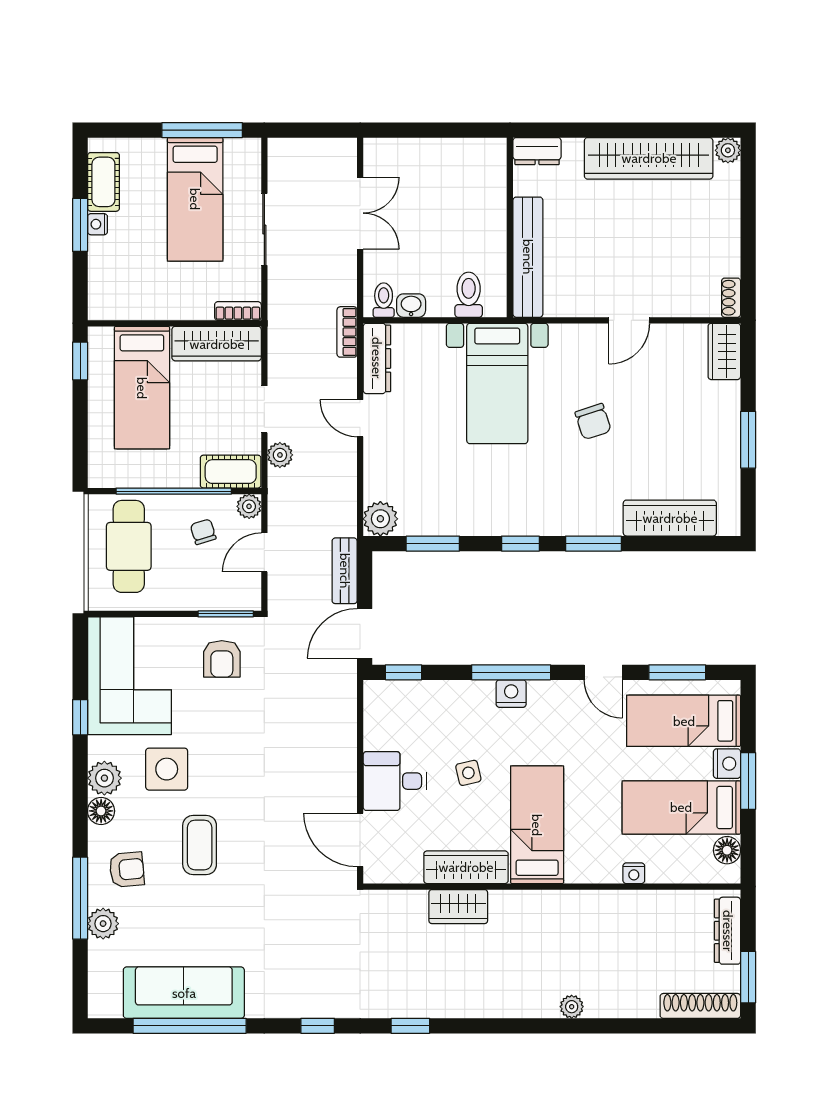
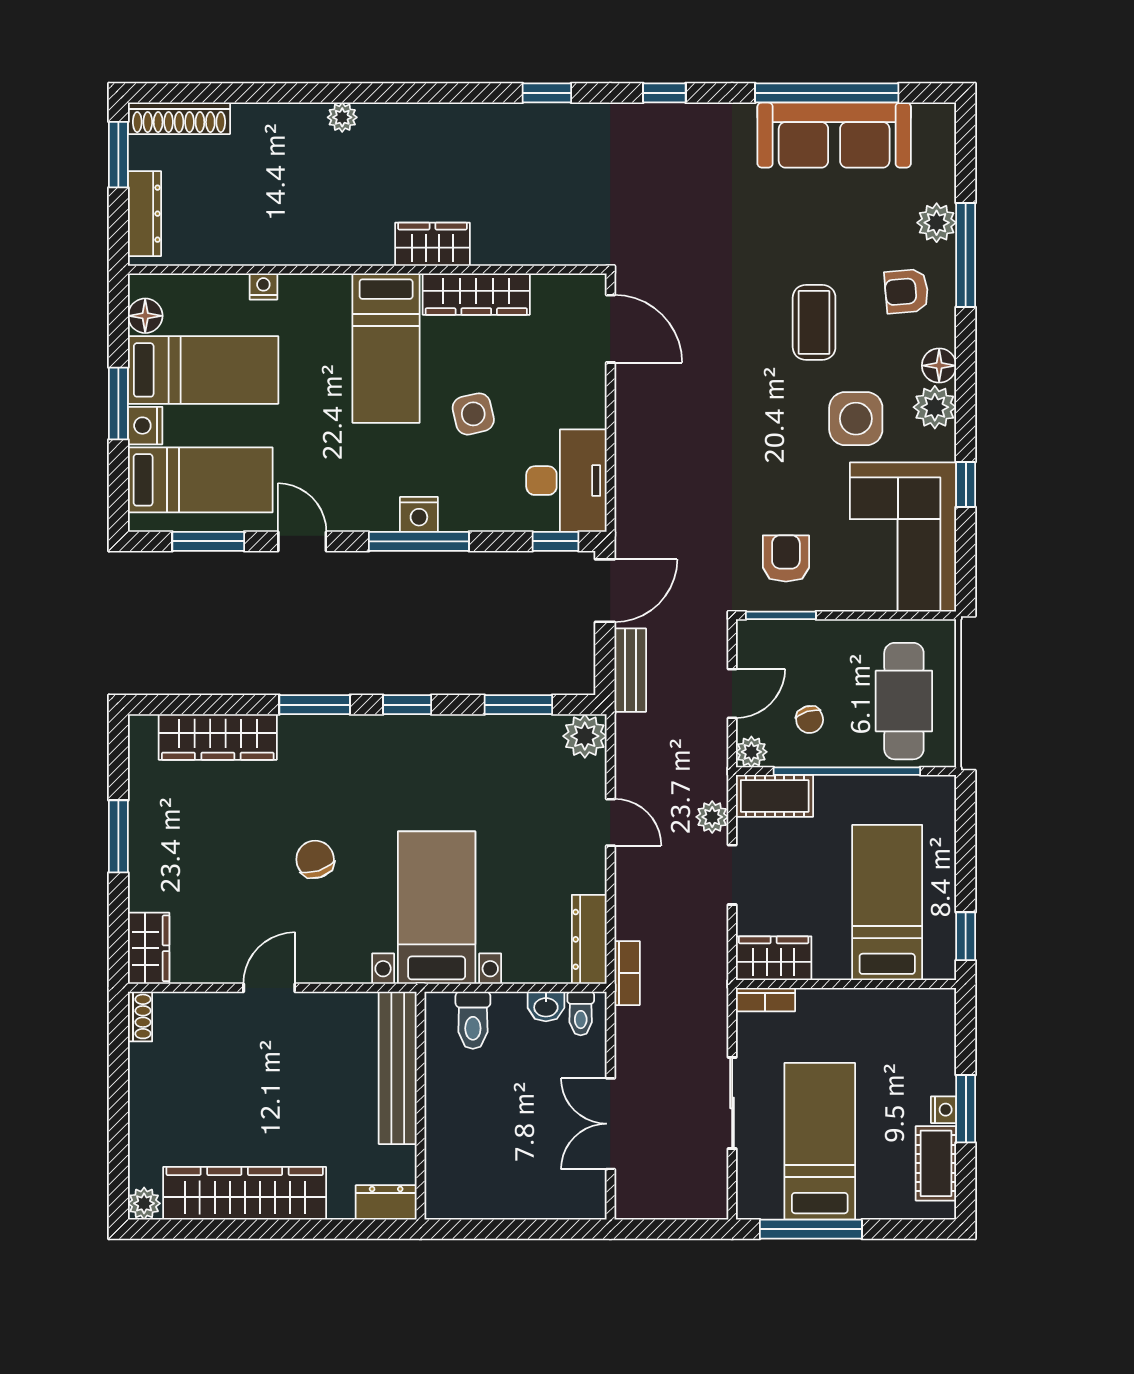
wardrobe: (217, 344) -> (774, 958), width x0.67
door: (360, 418) -> (610, 822), moved
side table: (468, 773) -> (473, 414), width x1.37, depth x1.37
desk: (395, 781) -> (566, 481), moved, width x1.37
wardrobe: (458, 907) -> (432, 244), moved

